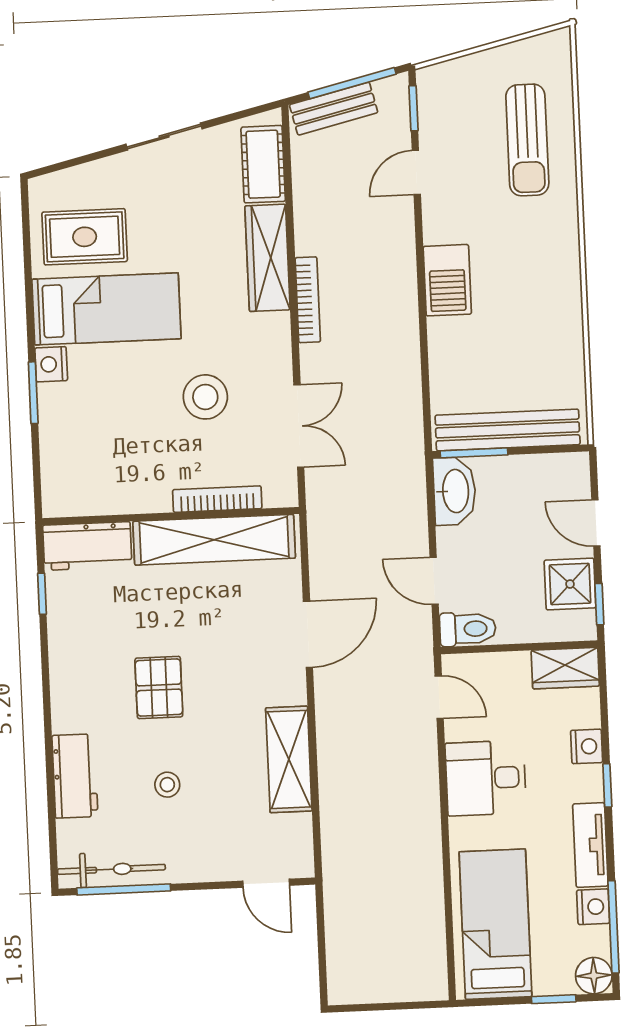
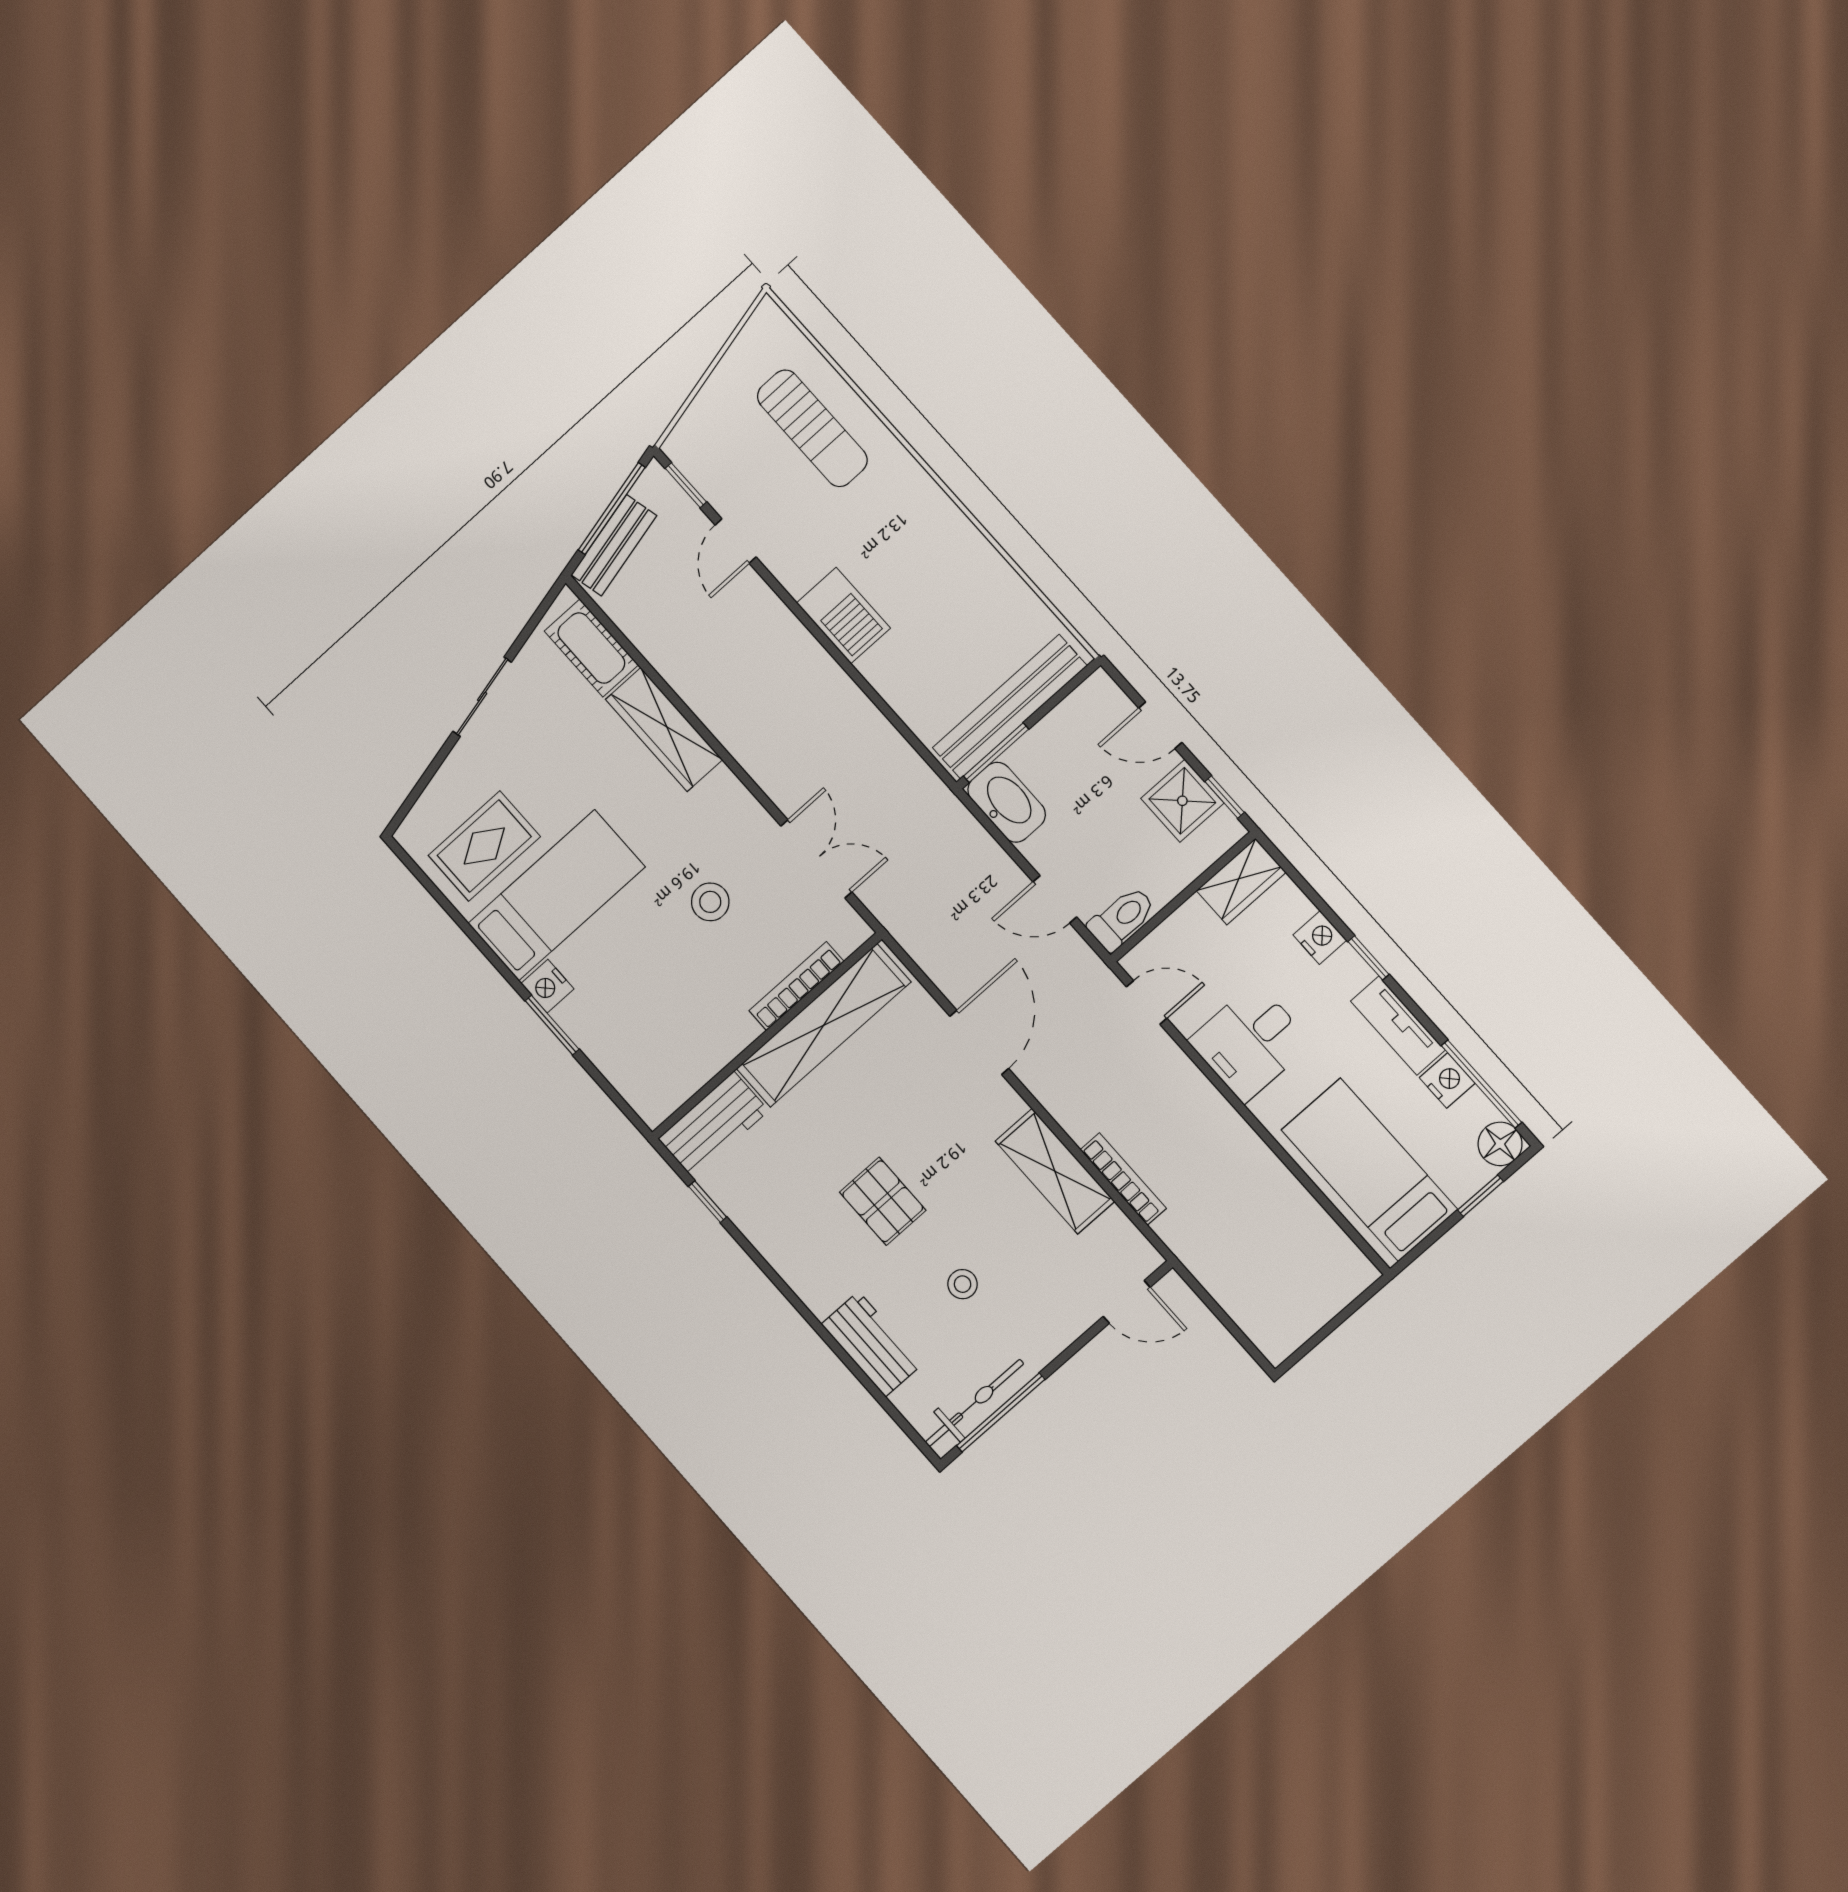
bookcase: (308, 300) -> (1123, 1179), moved
stool: (205, 397) -> (710, 902), width x0.73, depth x0.73

